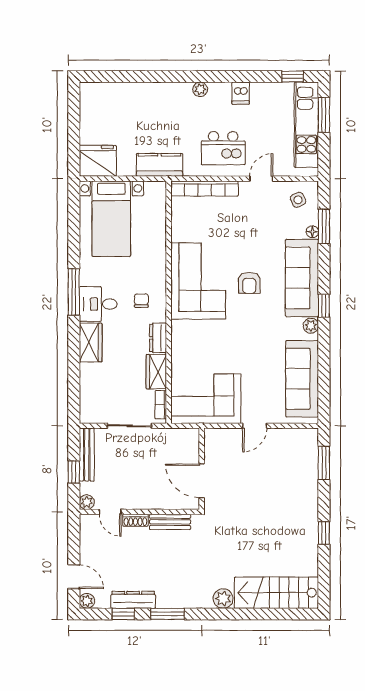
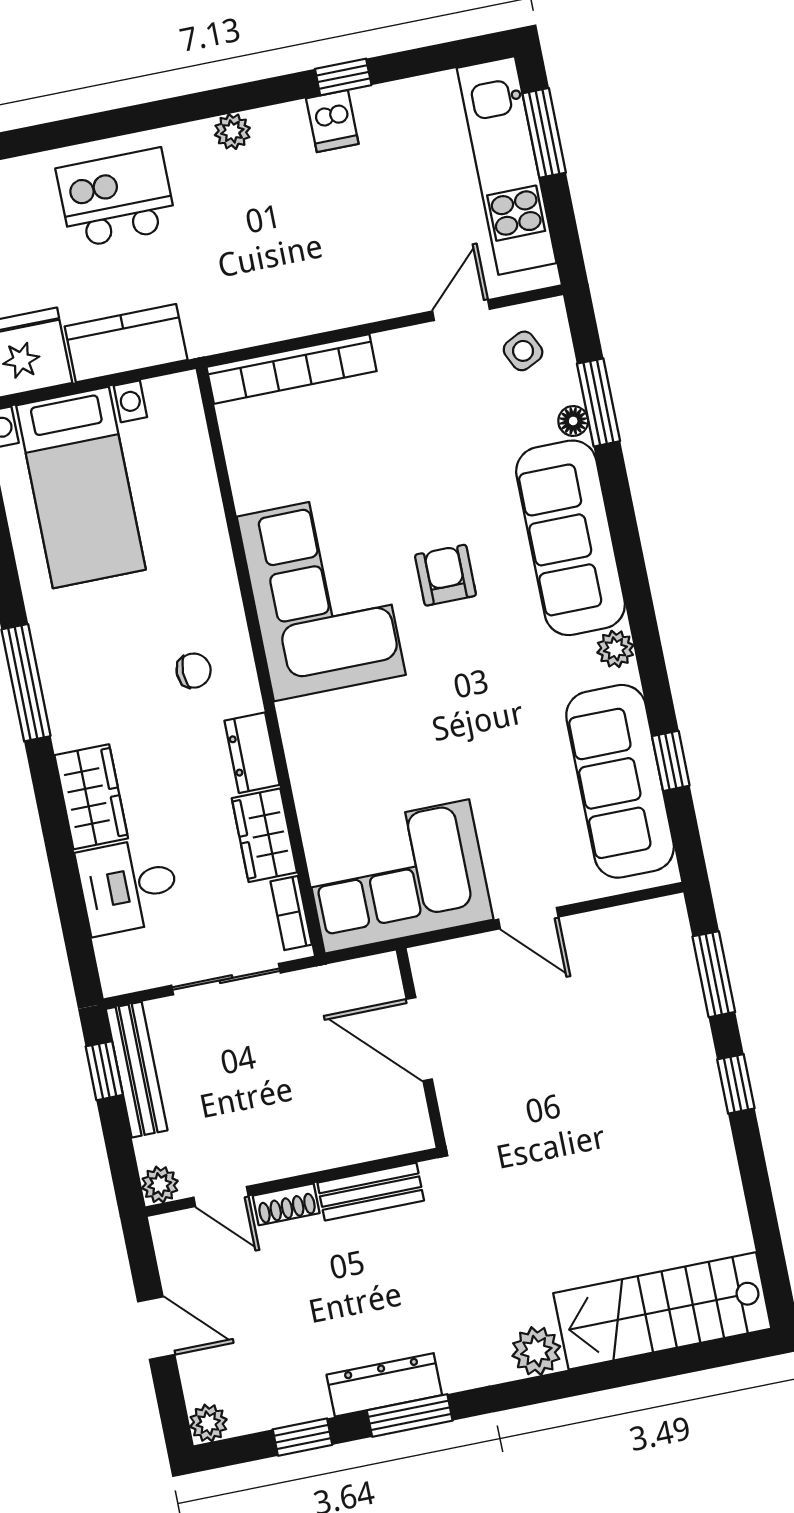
window: (293, 76) -> (343, 77), moved
kitchen island: (223, 148) -> (116, 198), moved, turned 180
kitchen counter: (159, 165) -> (126, 343), moved
door: (261, 179) -> (461, 310), moved
armchair: (249, 283) -> (445, 575), turned 180
chair: (141, 301) -> (194, 671), turned 90
desk: (98, 304) -> (128, 886), moved
window: (324, 306) -> (671, 761), moved
door: (255, 426) -> (528, 918), hinge flipped
window: (74, 472) -> (104, 1071), moved
door: (202, 481) -> (419, 1039), moved
window: (324, 533) -> (736, 1084), moved
door: (74, 577) -> (156, 1328), moved
dresser: (133, 600) -> (384, 1385), moved

